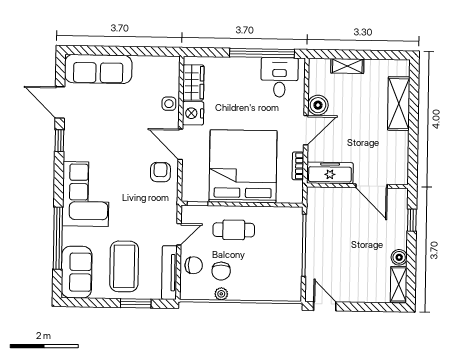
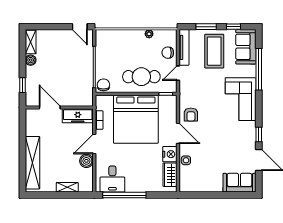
sofa: (98, 69) -> (239, 183), width x0.73
shelving: (399, 104) -> (32, 163), width x1.47
cafe table: (234, 230) -> (141, 77), width x1.37, depth x1.35
chair: (221, 271) -> (103, 85), moved
window: (95, 303) -> (234, 27), added

